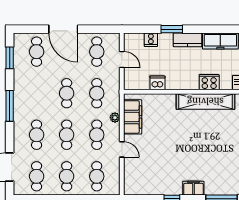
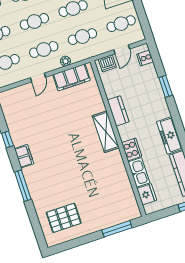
cooker: (151, 40) -> (145, 58), moved
kitchen counter: (188, 40) -> (118, 111), moved, turned 180
cooker: (209, 82) -> (132, 149), moved
dishwasher: (158, 83) -> (107, 63), moved, turned 90
shelving: (205, 101) -> (106, 132), width x0.68

